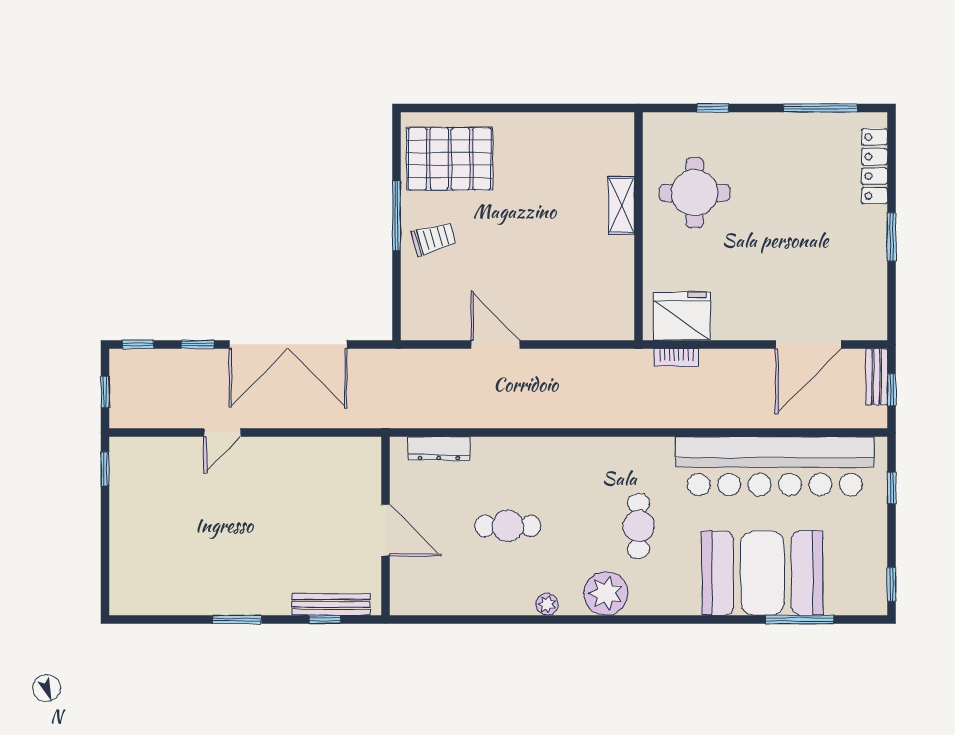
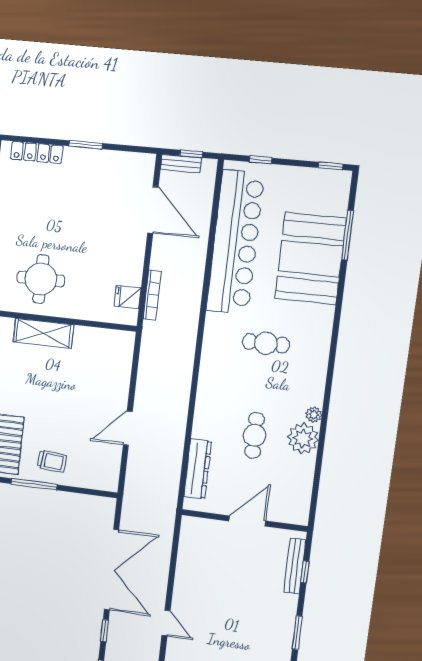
shelving: (621, 205) -> (43, 333), width x1.50, depth x1.33
trolley: (434, 238) -> (52, 461), turned 111
fridge: (682, 316) -> (127, 297), width x0.53, depth x0.75
bookcase: (676, 357) -> (152, 295), width x1.56
dresser: (439, 449) -> (198, 469), width x1.37, depth x1.24
plant: (606, 593) -> (303, 438), moved

